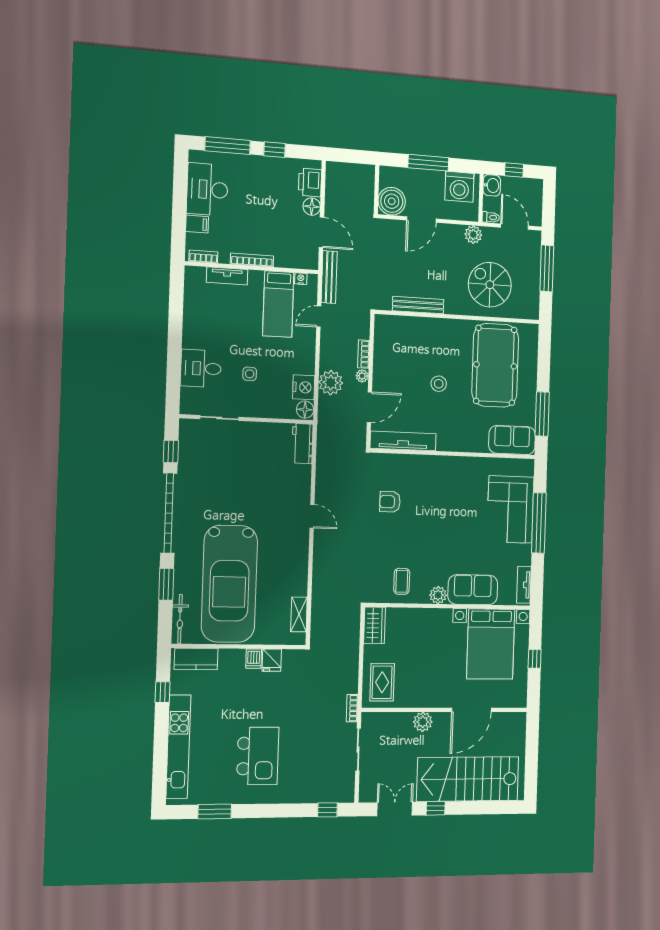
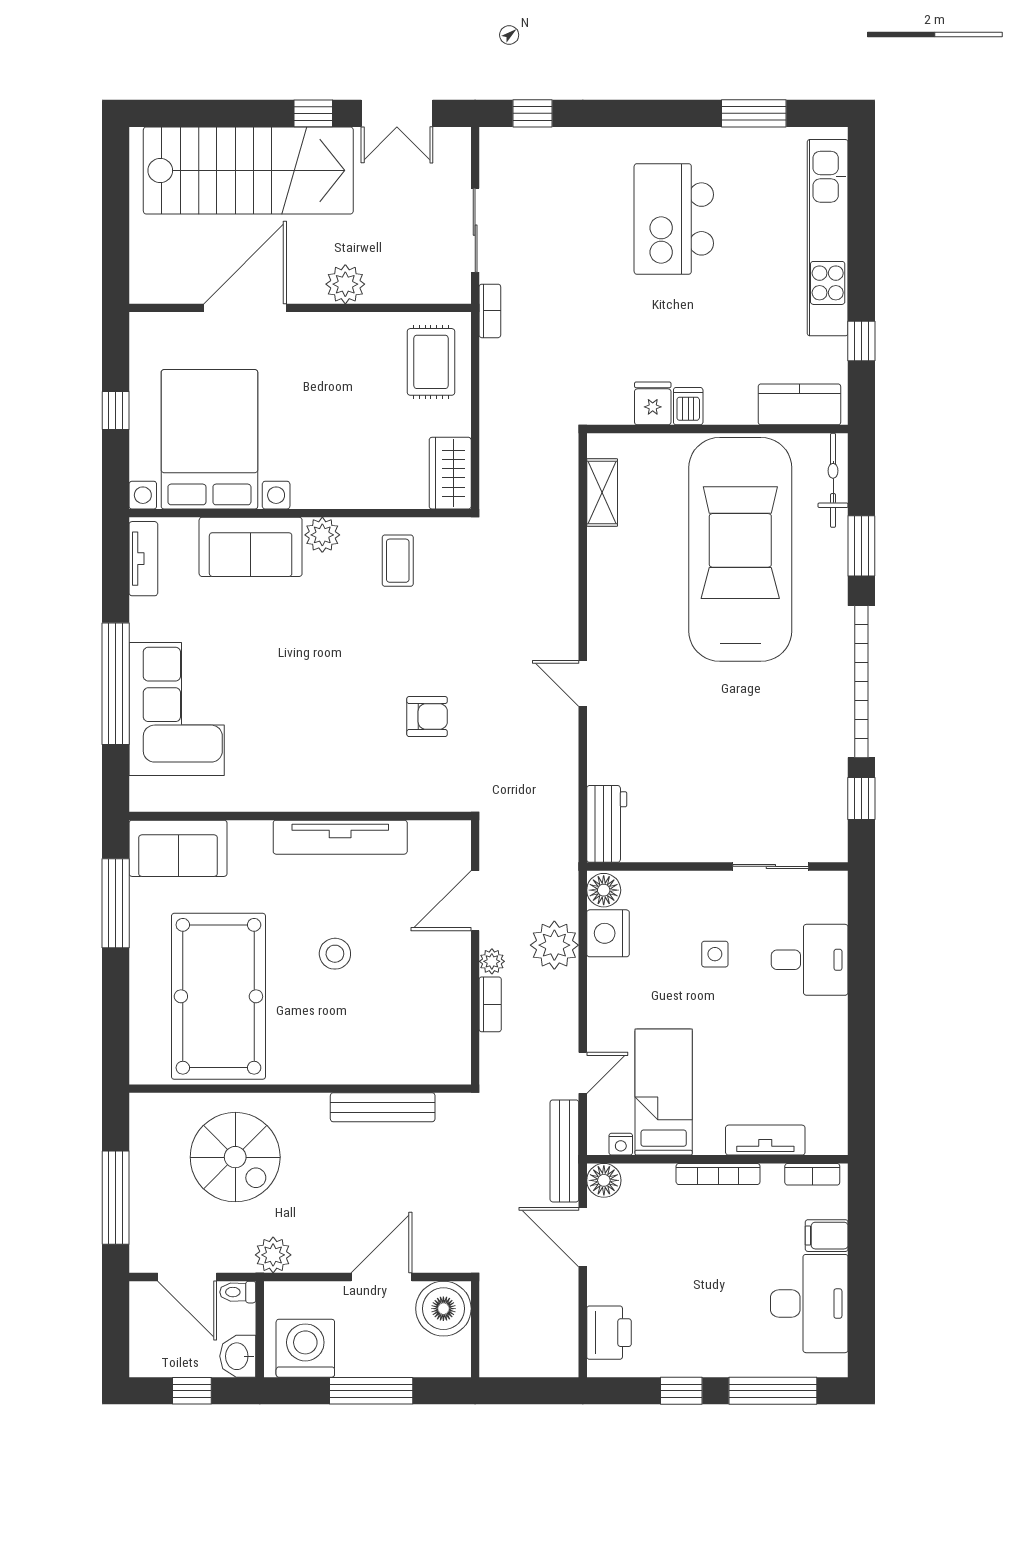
floor lamp: (312, 207) -> (604, 1180), moved
tv unit: (403, 441) -> (340, 837), moved

